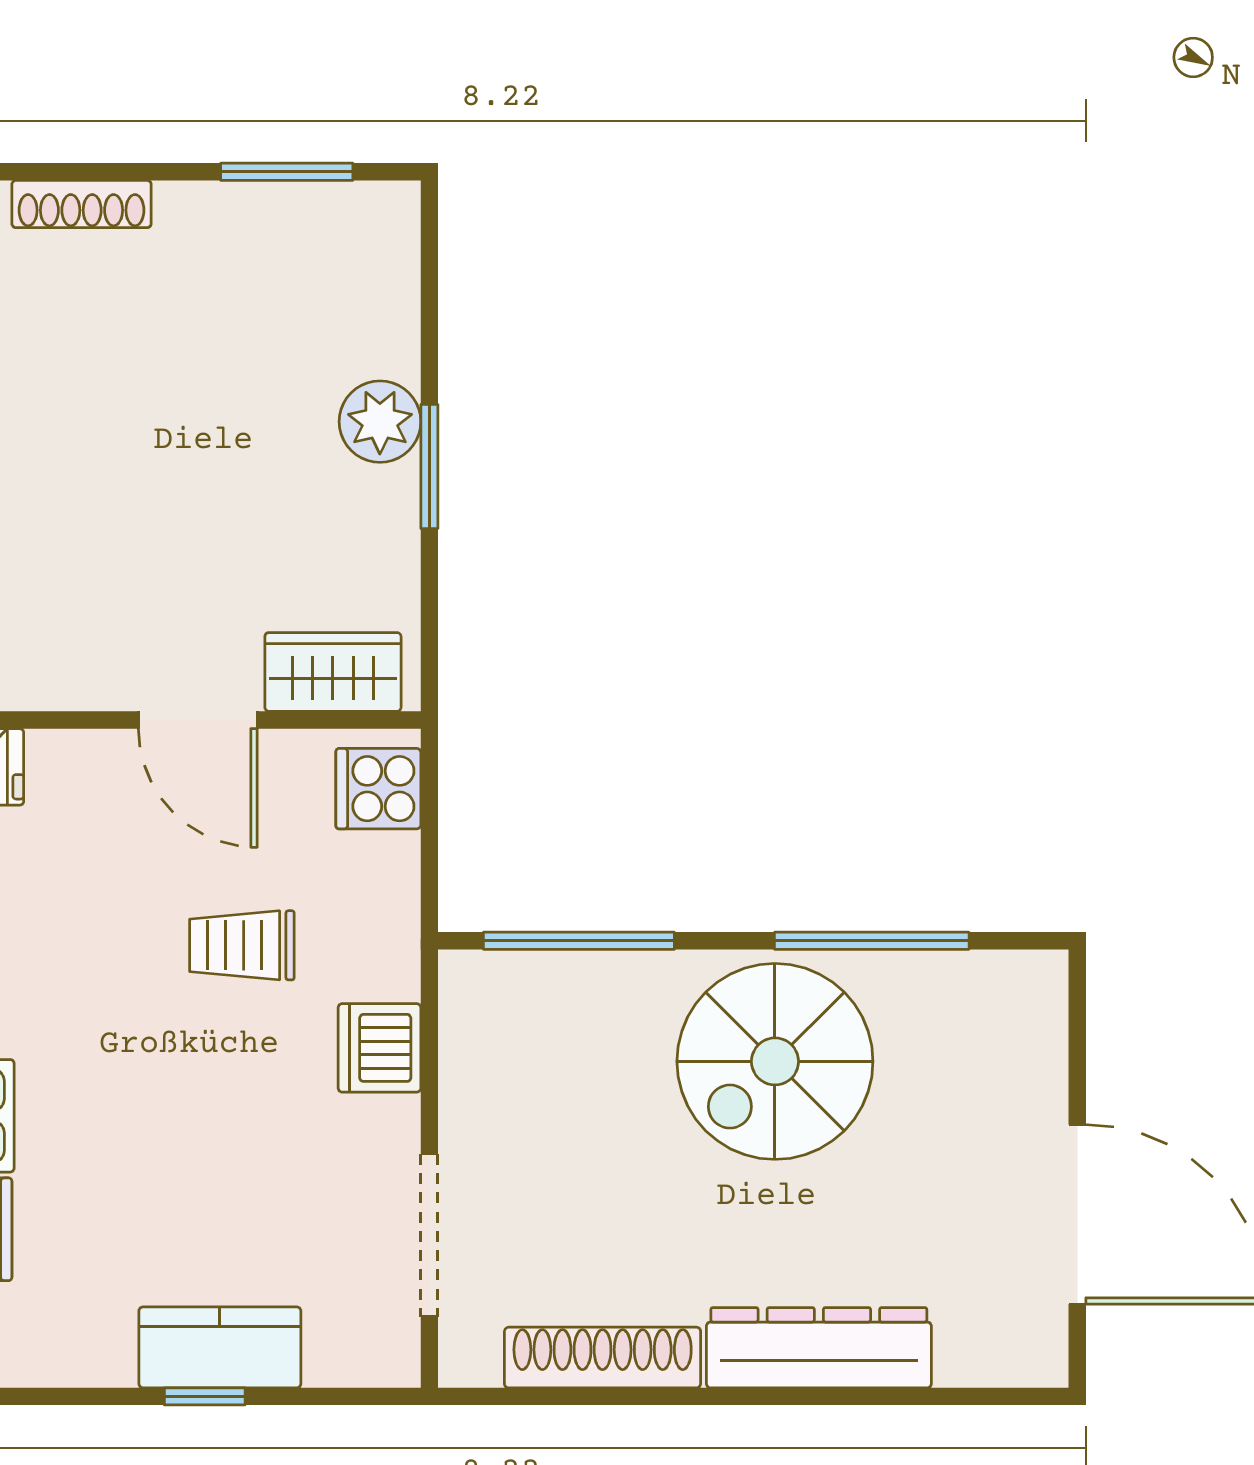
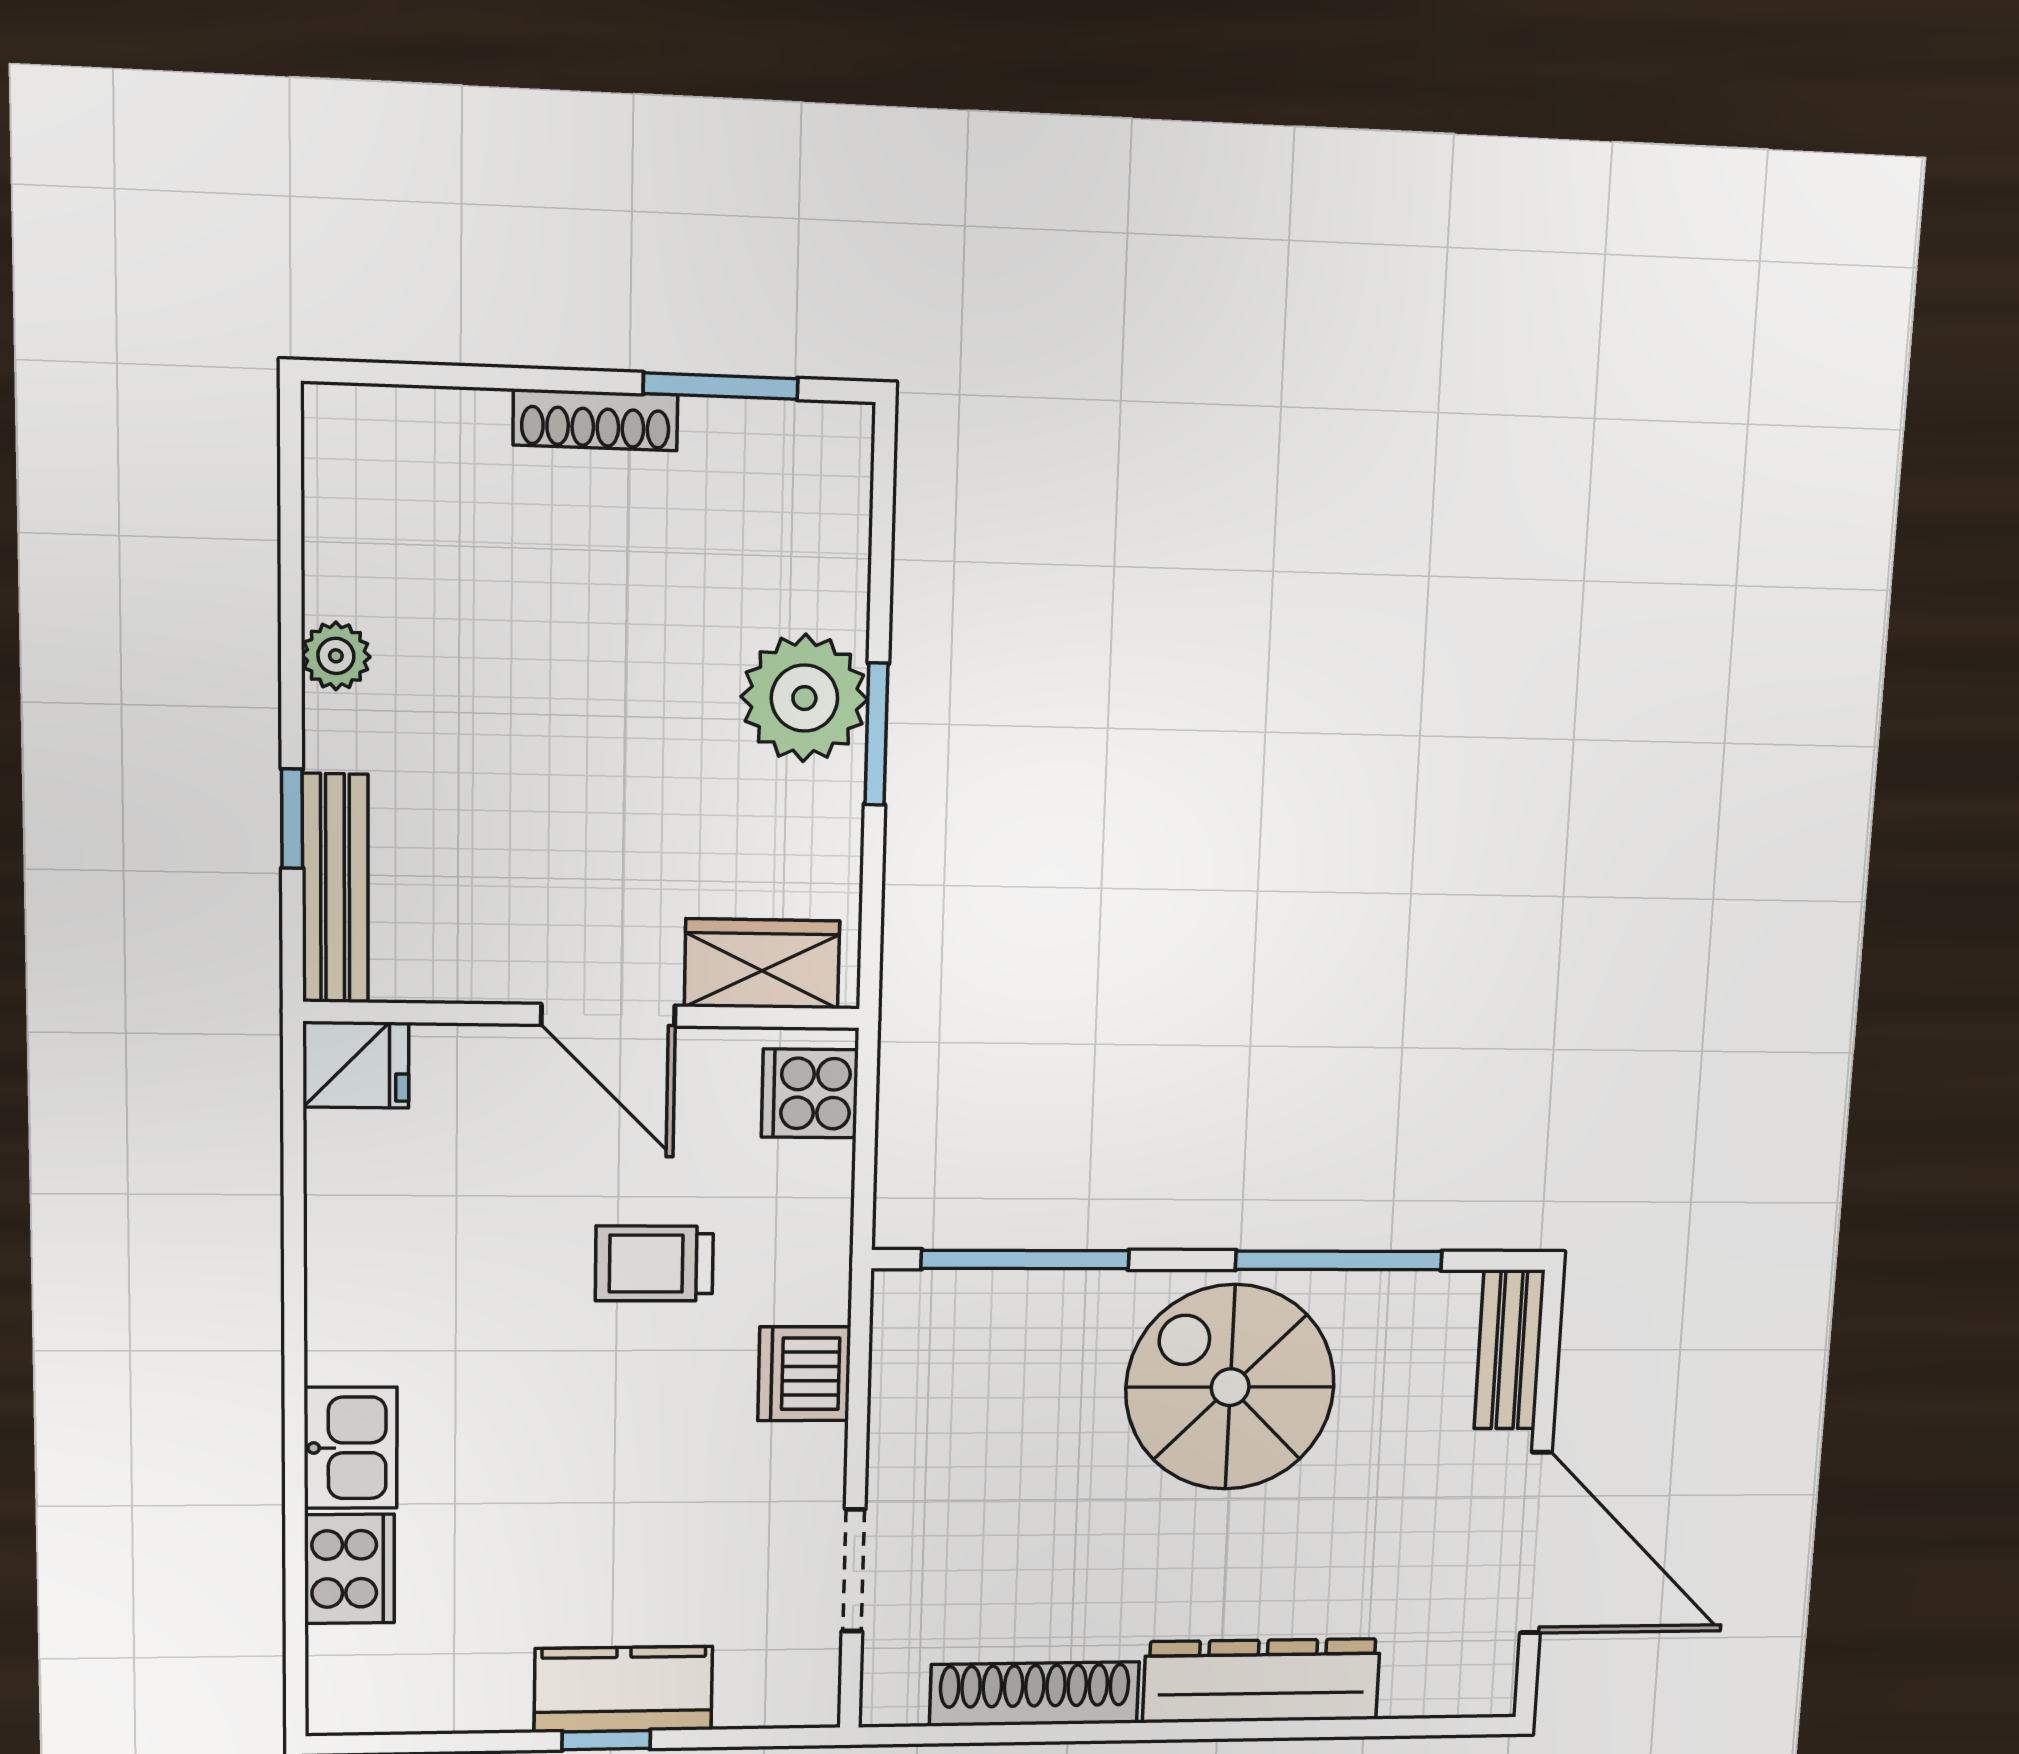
shoe rack: (82, 204) -> (595, 420), moved
plant: (380, 422) -> (804, 698), width x1.36, depth x1.36
bench: (1039, 1026) -> (1509, 1350), added
spiral stairs: (775, 1061) -> (1230, 1387), turned 90
doorway: (429, 1235) -> (854, 1570), width x0.73

